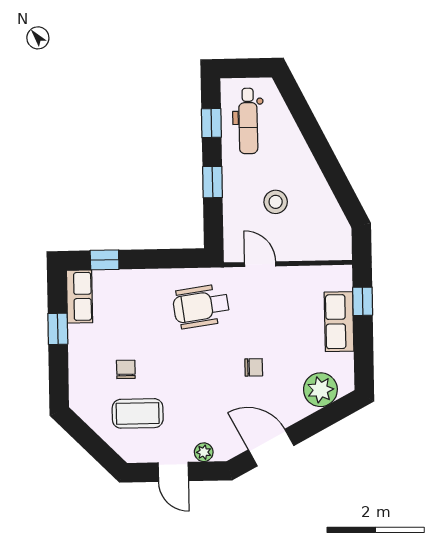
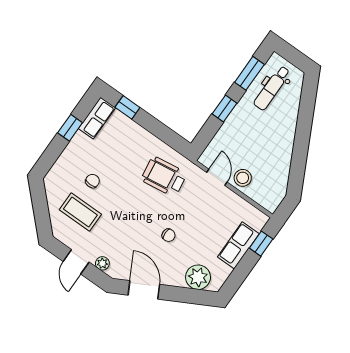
window: (211, 123) -> (249, 73), width x1.50
stool: (276, 202) -> (243, 178), moved

